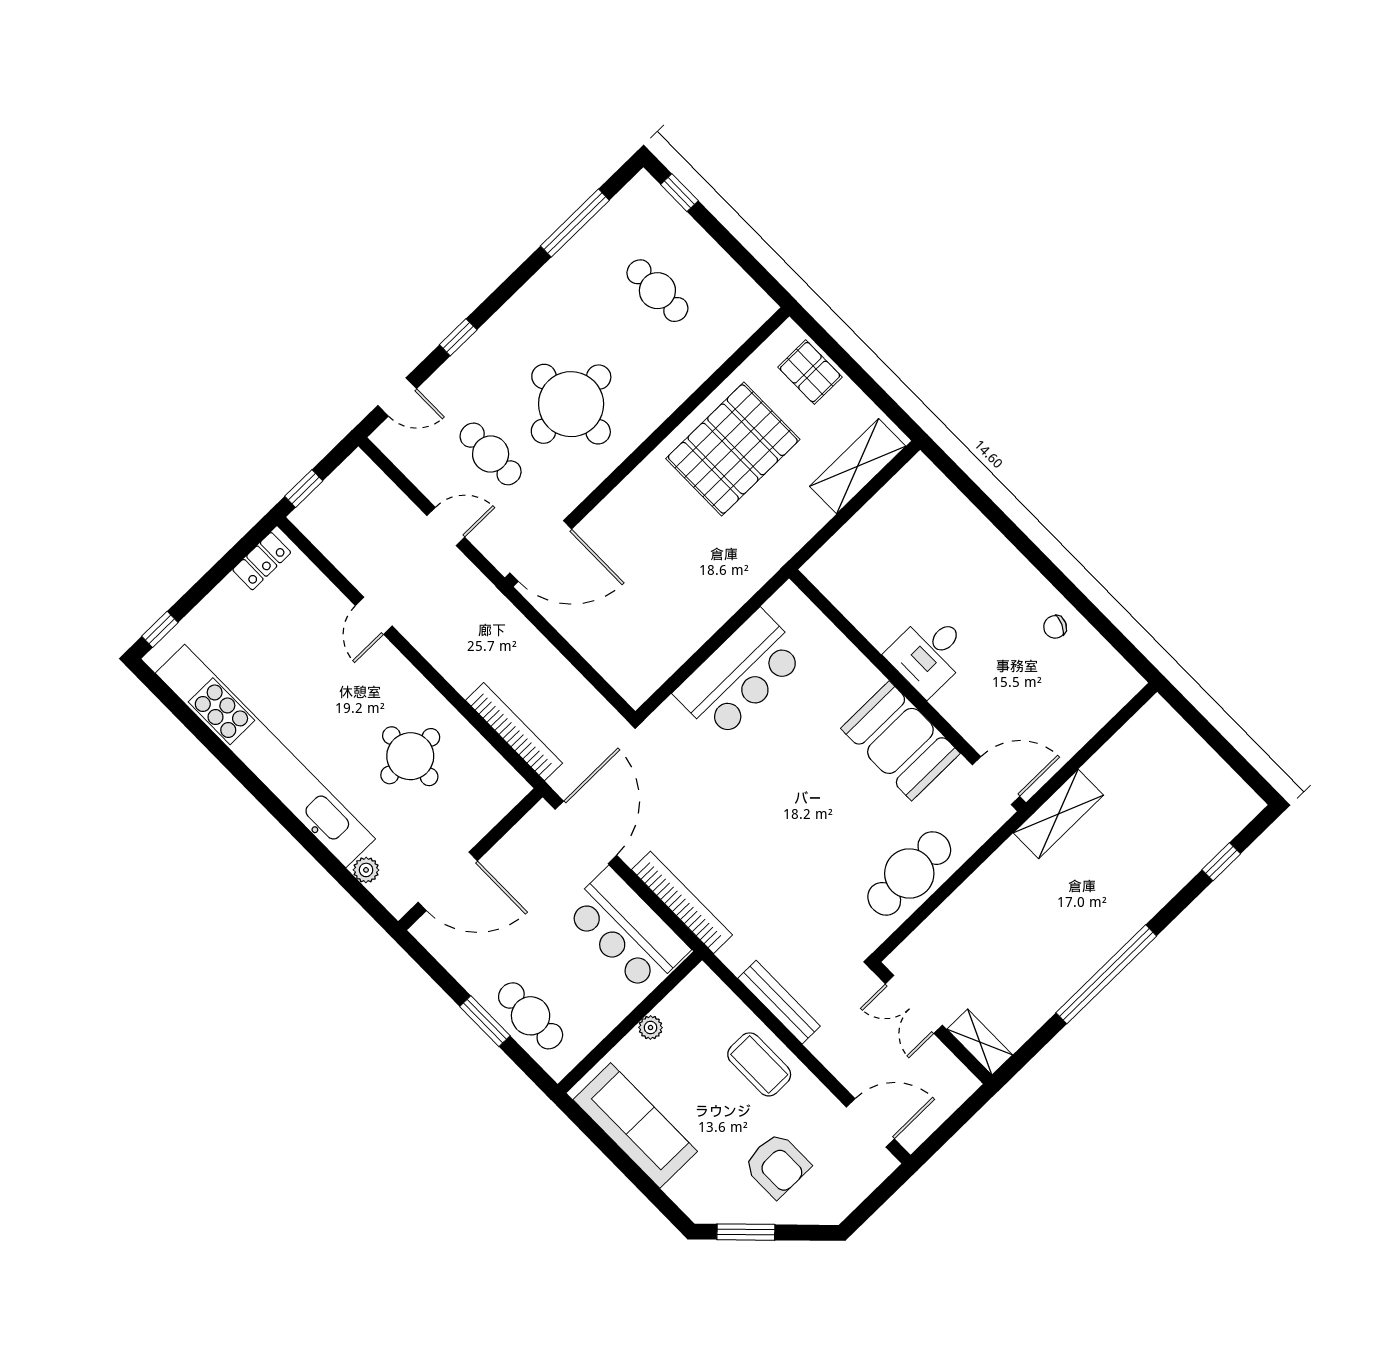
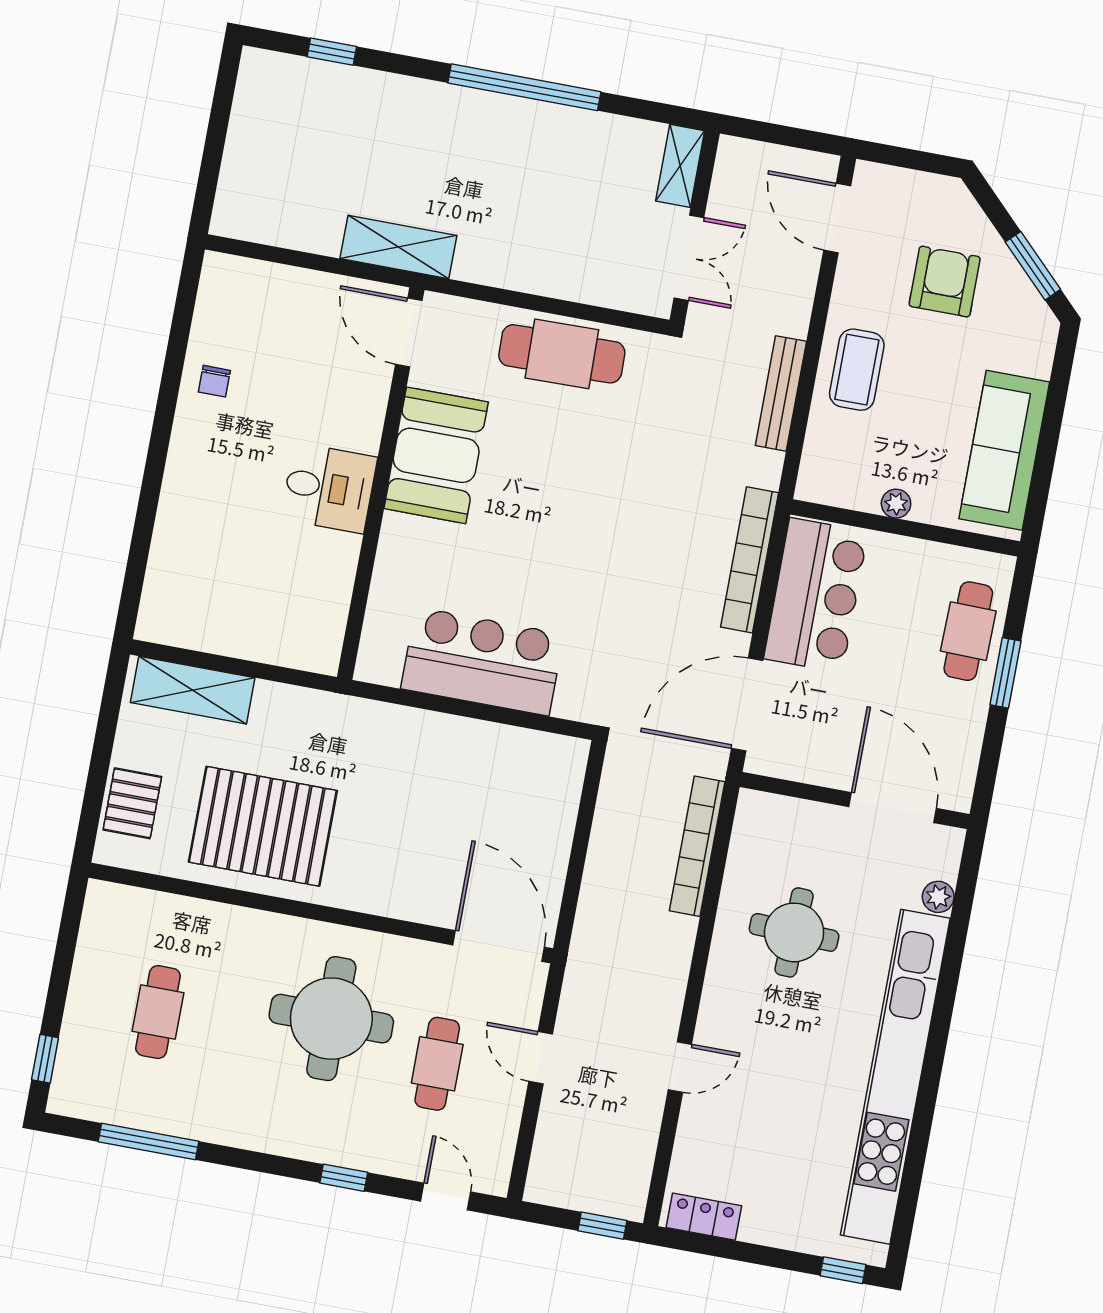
chair: (1055, 627) -> (214, 381), turned 66

